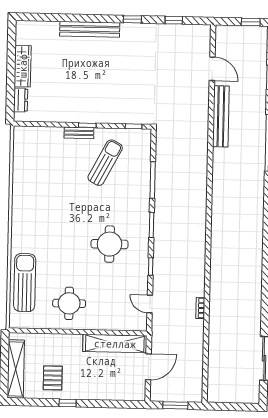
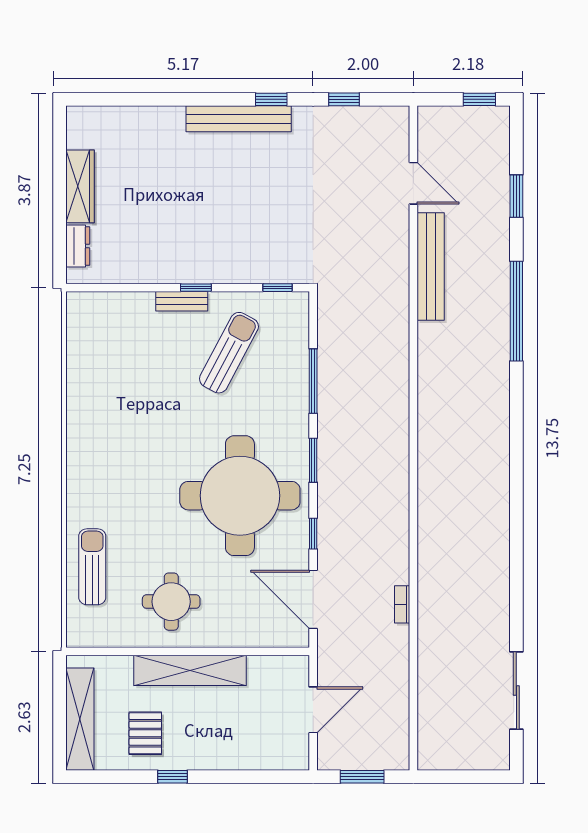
bench: (90, 29) -> (239, 119), moved
round table: (110, 244) -> (240, 496), width x1.86, depth x1.86
sun lounger: (25, 283) -> (92, 567), width x0.73, depth x0.75
door: (150, 304) -> (313, 599), width x1.87
shelving: (115, 344) -> (190, 670), moved

